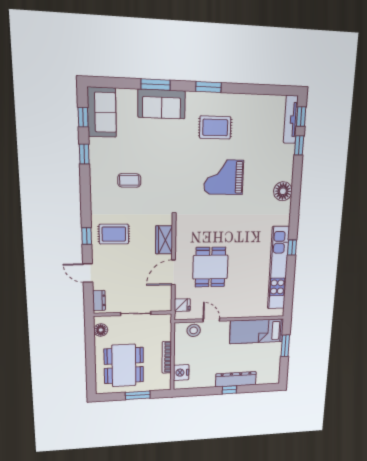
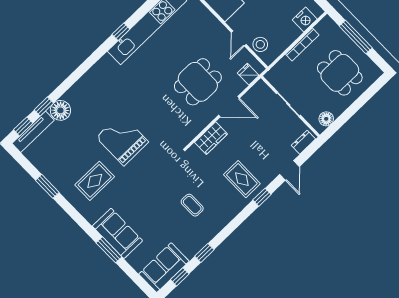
window: (208, 87) -> (47, 186), moved
rug: (215, 127) -> (95, 181), turned 90
grand piano: (224, 177) -> (122, 140), turned 180
floor lamp: (283, 191) -> (60, 110), moved
dining table: (124, 365) -> (340, 73), width x0.73
window: (138, 395) -> (356, 37), width x1.44

